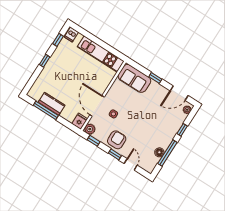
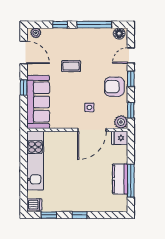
sofa: (134, 78) -> (38, 102), width x1.36
coffee table: (149, 119) -> (71, 66), added
floor lamp: (159, 152) -> (119, 33), moved

